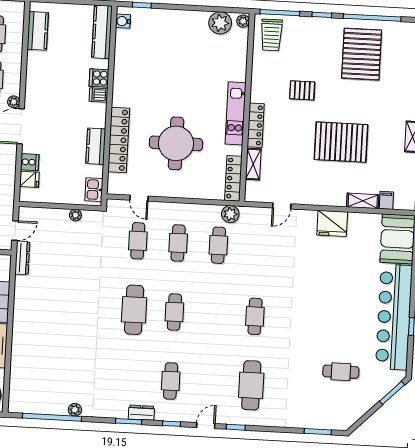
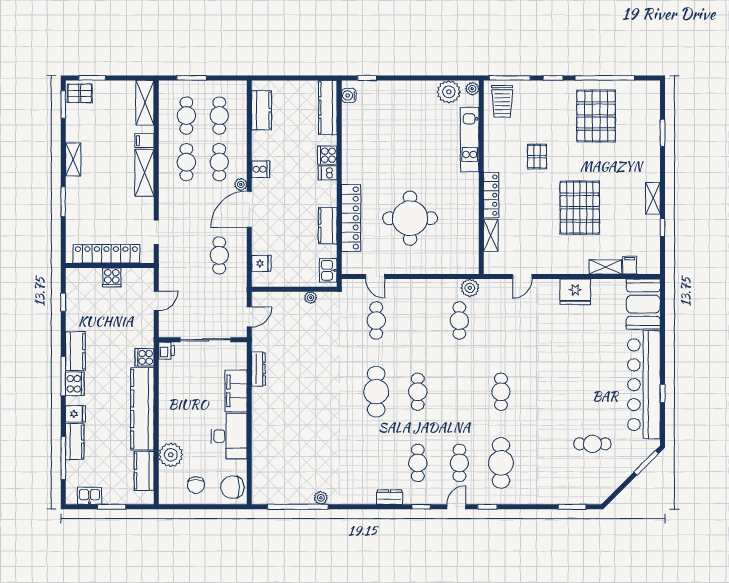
pallet: (302, 90) -> (537, 157), turned 90
kitchen unit: (236, 113) -> (470, 140), moved
pallet: (341, 142) -> (580, 208), turned 90
cooker: (30, 162) -> (261, 169), moved
locker: (233, 178) -> (471, 251), removed
cafe table: (178, 243) -> (459, 463), moved
dresser: (22, 258) -> (258, 369), moved
window: (129, 421) -> (377, 507), removed

